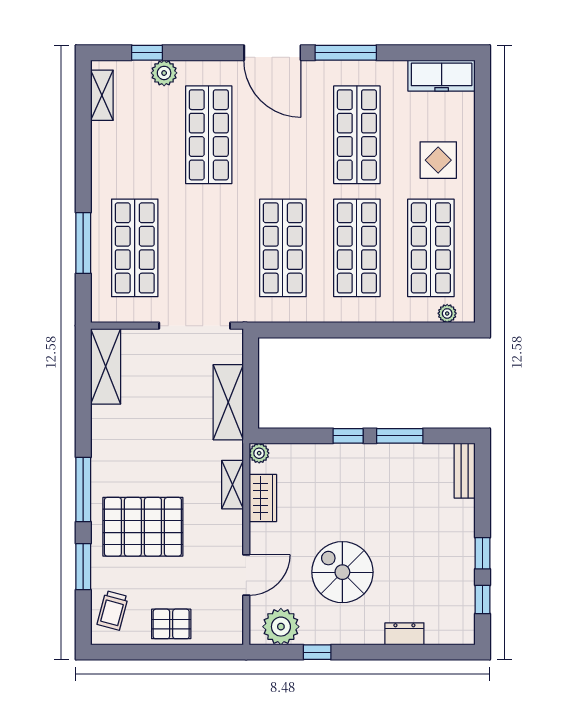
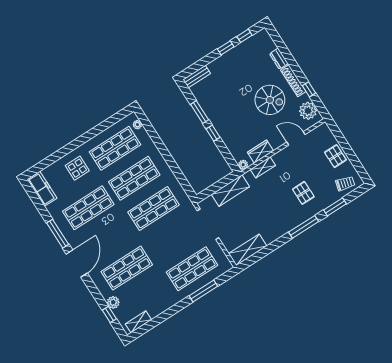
pallet: (143, 527) -> (303, 193), width x0.49, depth x0.50
spiral stairs: (342, 572) -> (270, 100), turned -90
shoe rack: (350, 635) -> (293, 81), added

